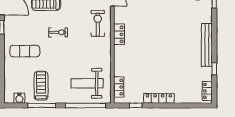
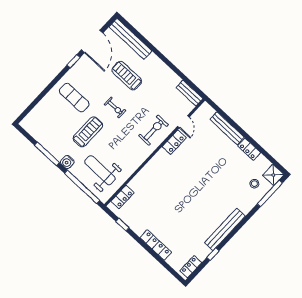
locker: (119, 34) -> (174, 142), moved
treadmill: (41, 86) -> (88, 132), moved
water cooler: (19, 98) -> (67, 162), moved
locker: (159, 98) -> (156, 245), moved

